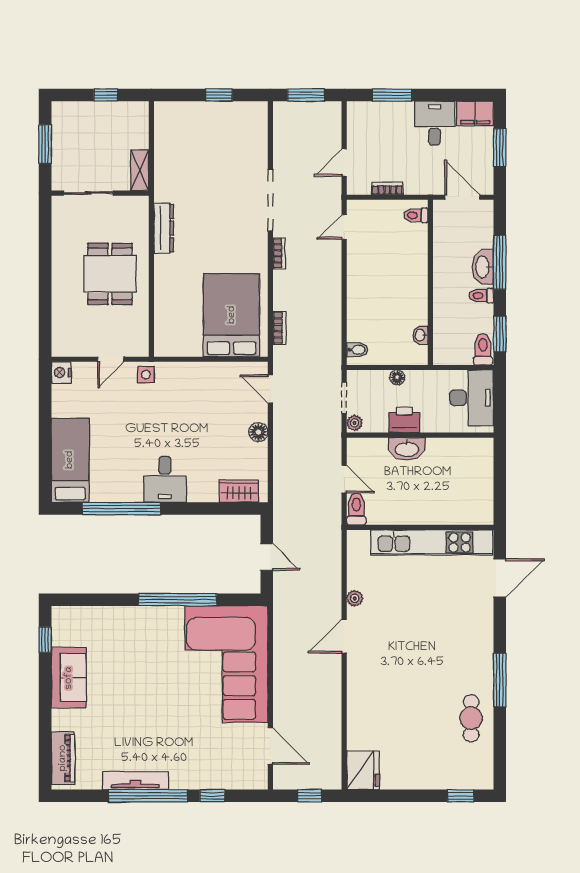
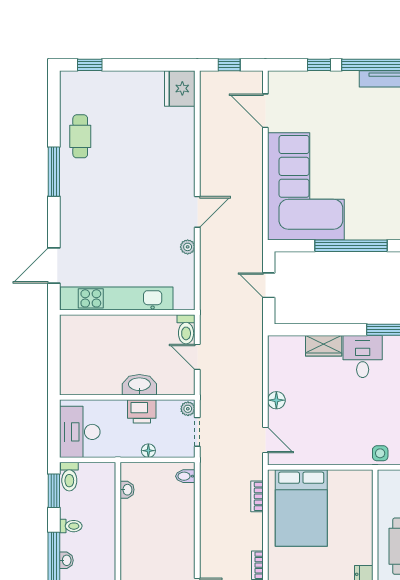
washbasin: (483, 267) -> (66, 560), width x0.52, depth x0.69
wardrobe: (239, 491) -> (324, 346), moved

